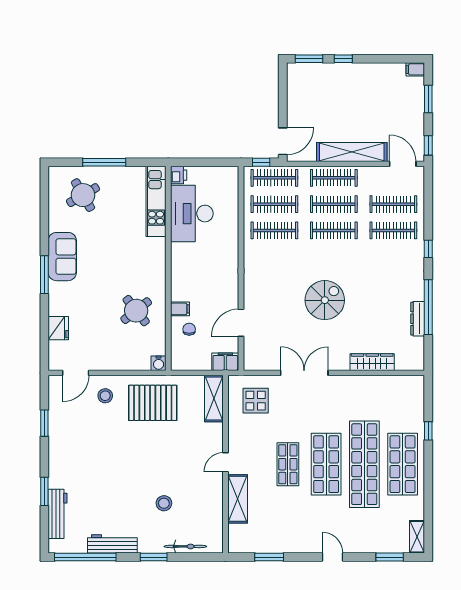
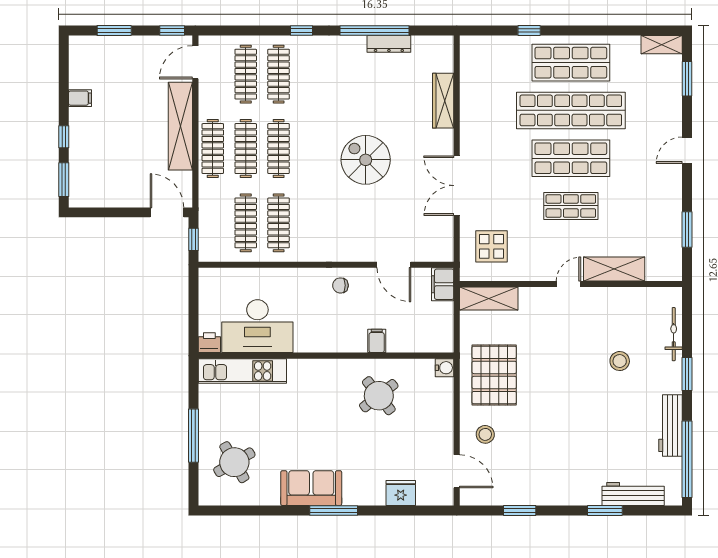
filing cabinet: (415, 69) -> (80, 98), moved, turned -90
clothes rail: (274, 178) -> (213, 223), removed
chair: (189, 329) -> (340, 285), moved
door: (225, 462) -> (569, 284), swing flipped

